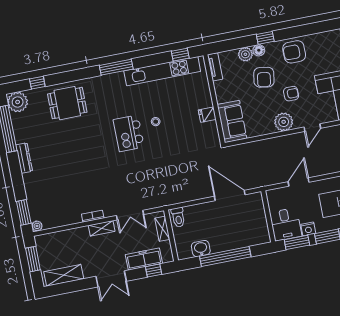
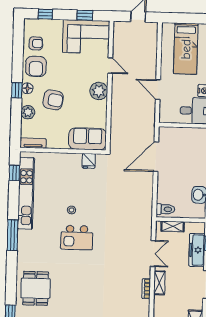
floor lamp: (259, 50) -> (27, 88), moved
armchair: (291, 94) -> (36, 43), moved, turned 90
fridge: (207, 115) -> (89, 161), moved

